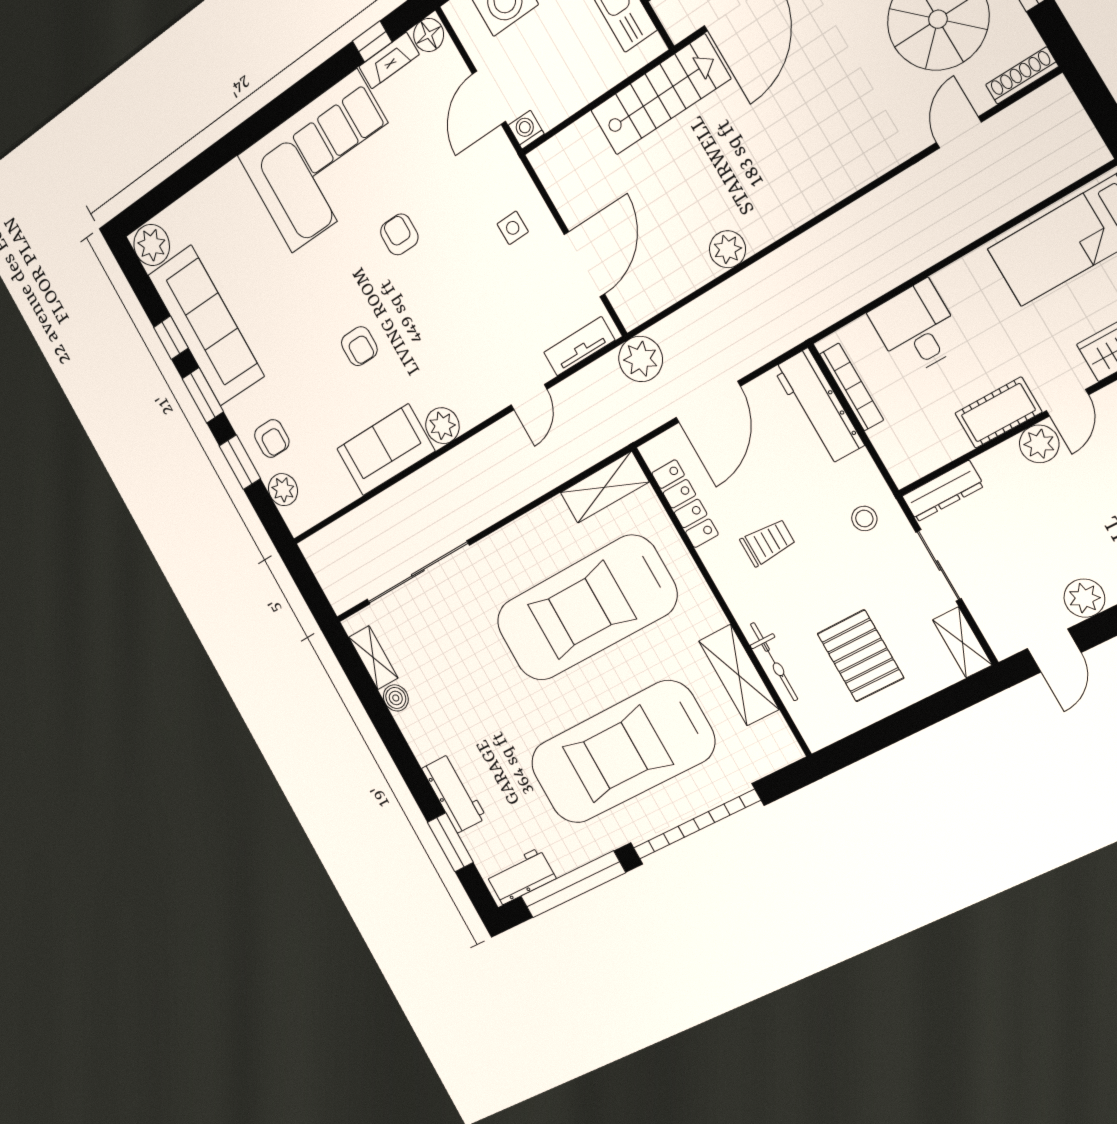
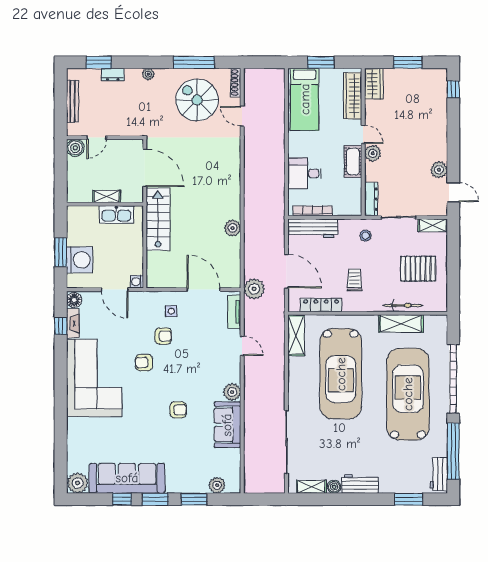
armchair: (272, 439) -> (163, 336), moved
car: (622, 752) -> (408, 394), turned 180
workbench: (454, 793) -> (360, 484), moved

